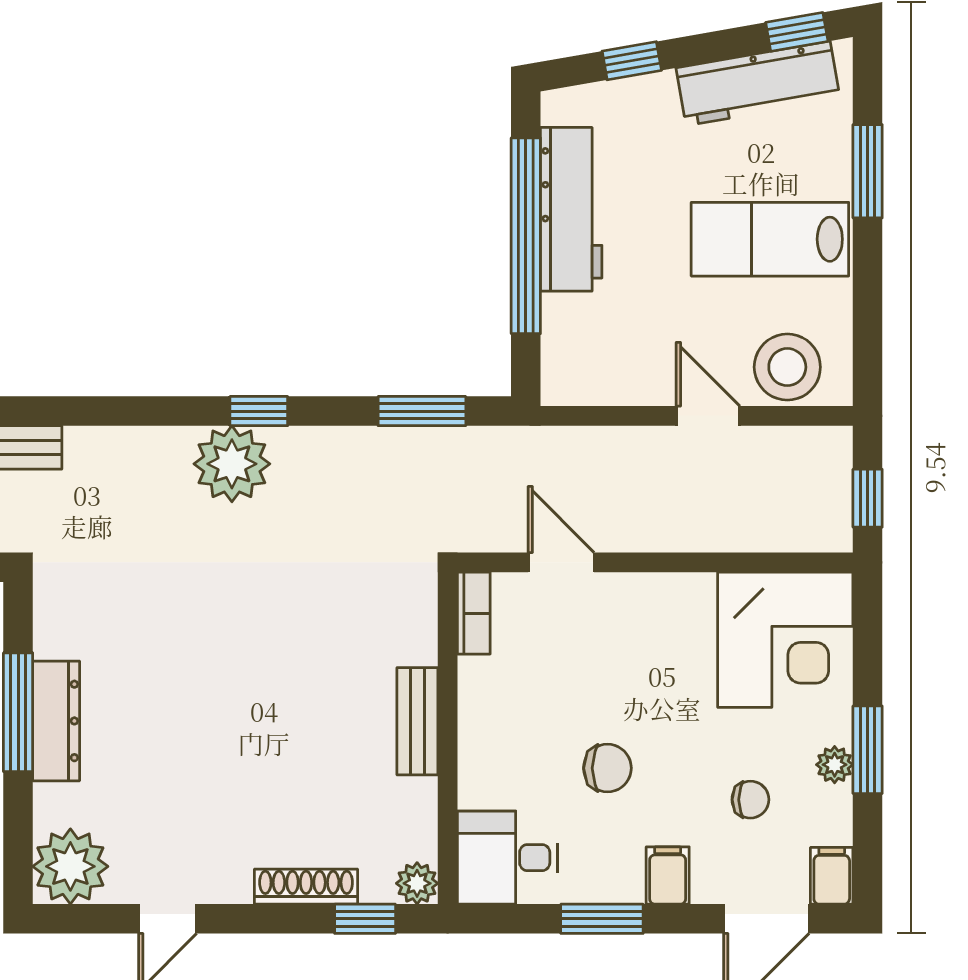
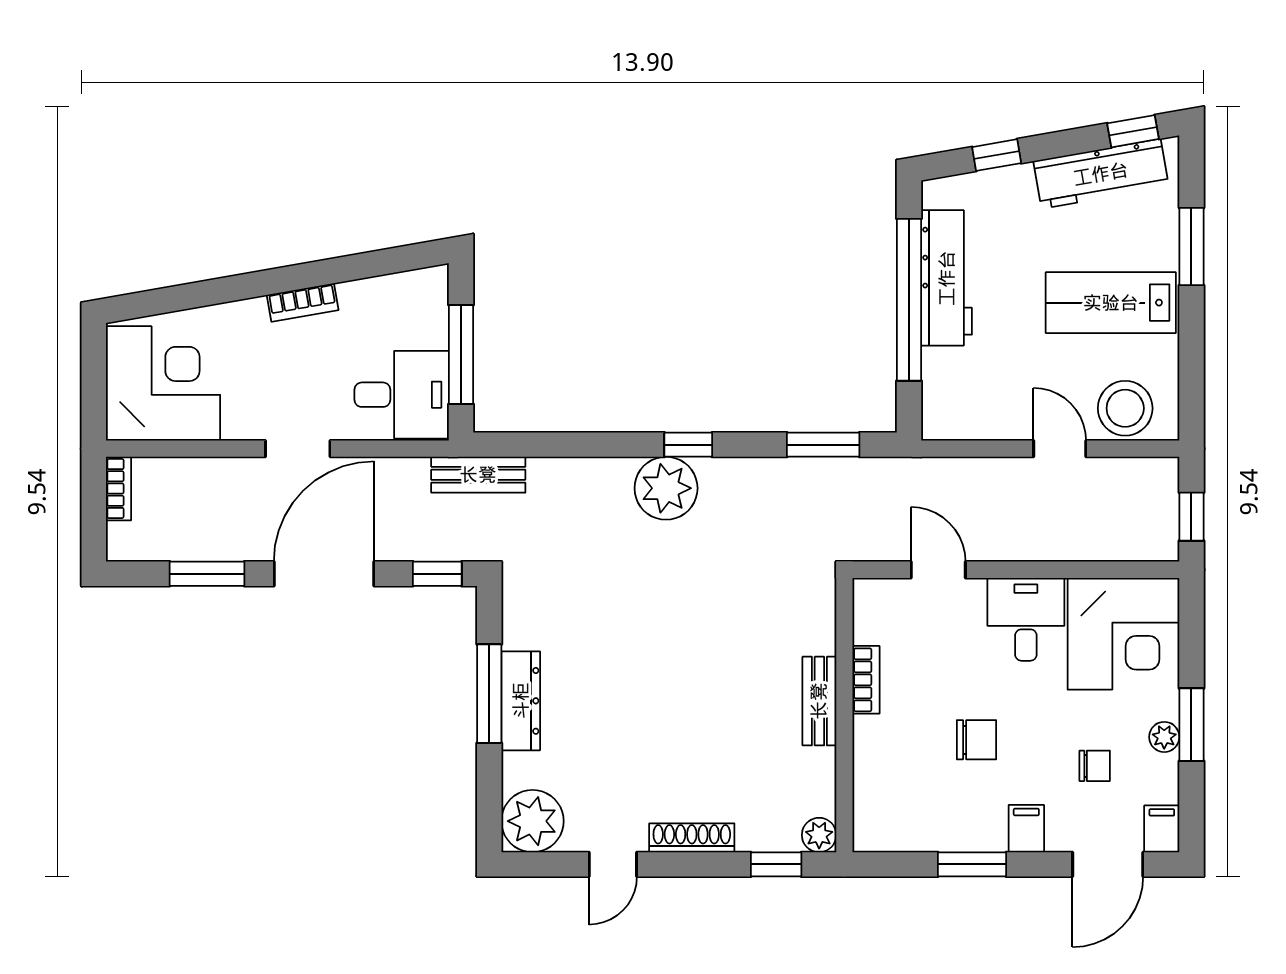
bookcase: (474, 613) -> (866, 680), moved
desk: (508, 858) -> (1026, 619), moved, turned 90
shoe rack: (306, 887) -> (692, 838), moved

